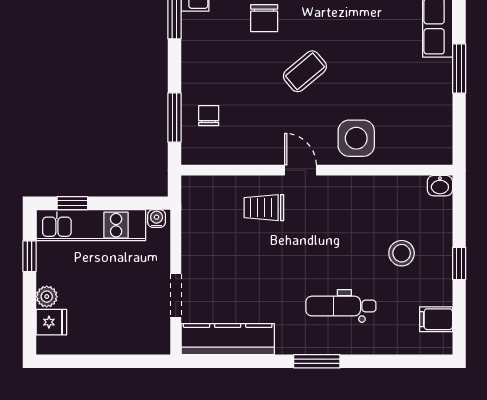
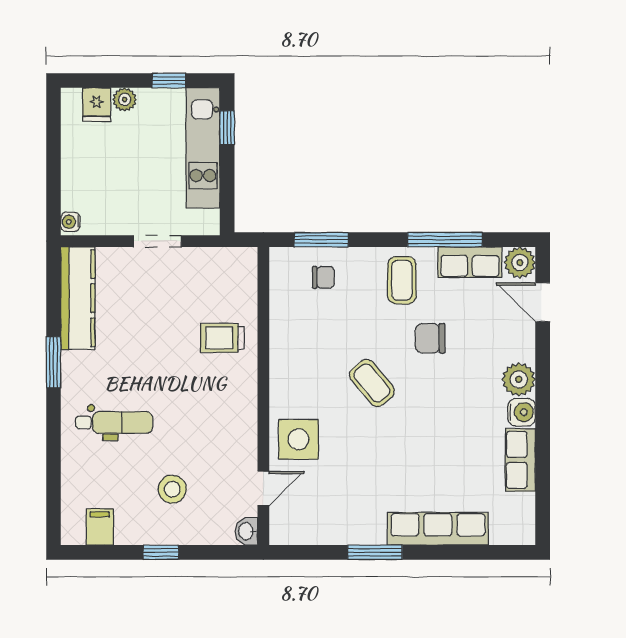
coffee table: (211, 44) -> (402, 280), added
door: (300, 170) -> (263, 489), moved
trolley: (264, 208) -> (222, 338), turned -90
water cooler: (157, 219) -> (70, 222), moved, turned 180
doorway: (176, 296) -> (157, 241), moved
dental chair: (341, 306) -> (114, 423), turned 90
window: (317, 361) -> (53, 362), moved

